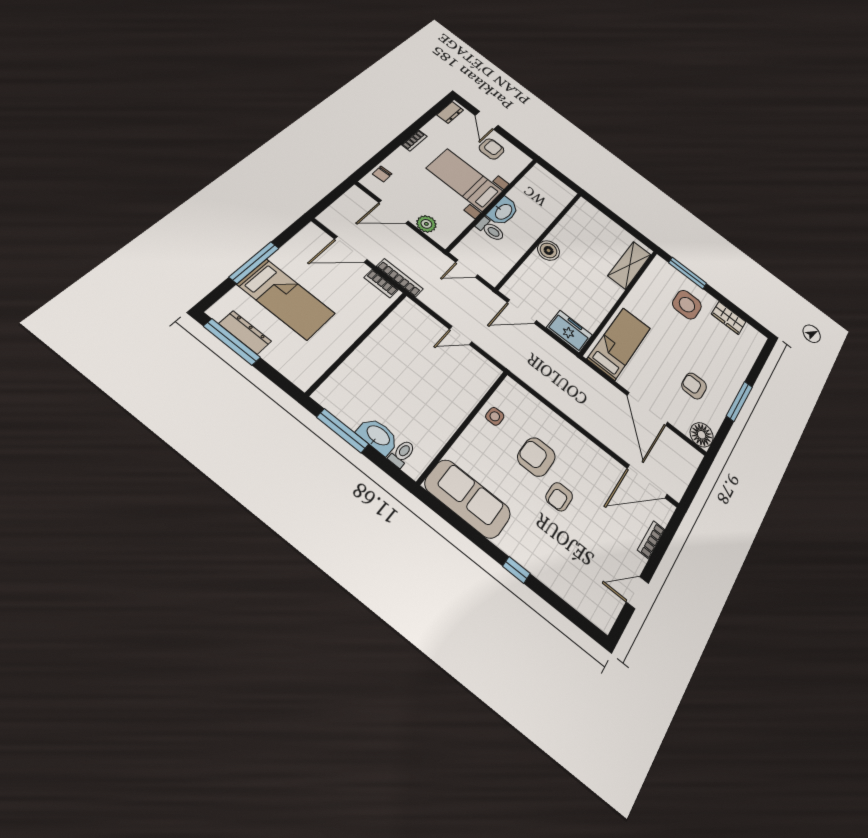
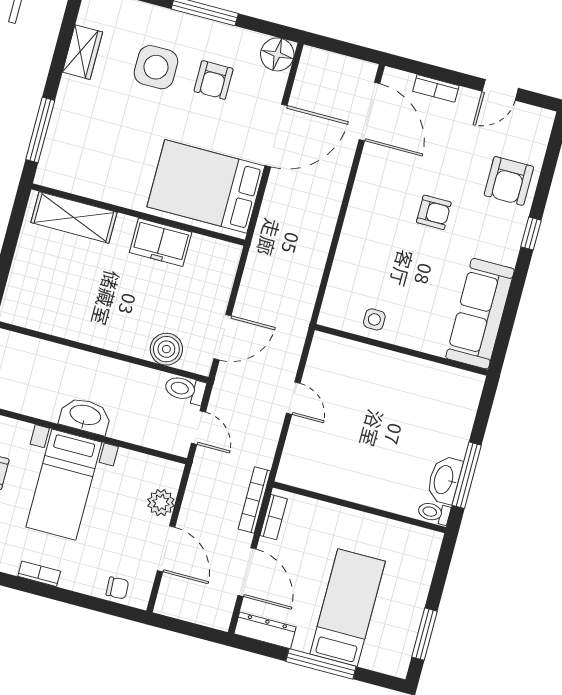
toilet: (490, 230) -> (185, 389), moved, turned -90
boiler: (549, 250) -> (166, 349), moved
side table: (687, 305) -> (156, 67), moved
door: (522, 311) -> (222, 337), hinge flipped
freezer: (569, 331) -> (161, 242), moved, turned -90
dresser: (245, 332) -> (265, 630), moved, turned 90
window: (232, 342) -> (424, 634), width x0.69
bed: (619, 343) -> (206, 186), width x1.50
washbasin: (378, 436) -> (444, 480), moved
toilet: (402, 454) -> (434, 513), moved
armchair: (536, 457) -> (509, 181), moved
door: (637, 593) -> (500, 90), hinge flipped

